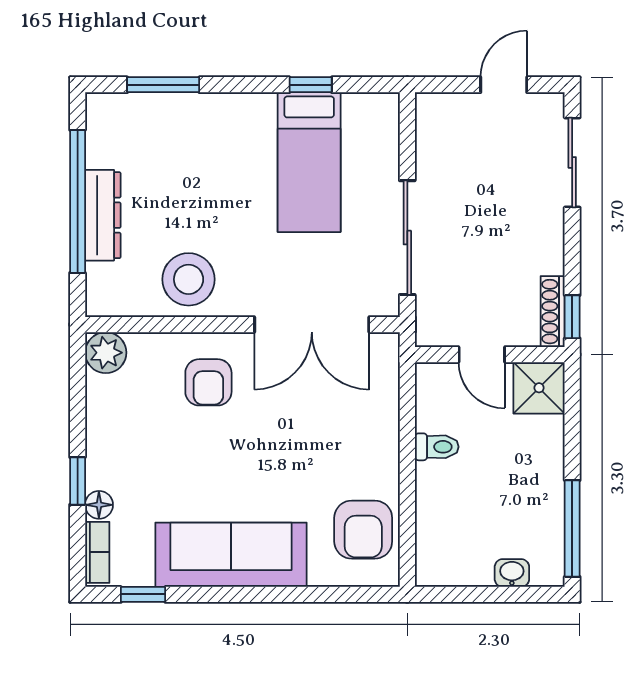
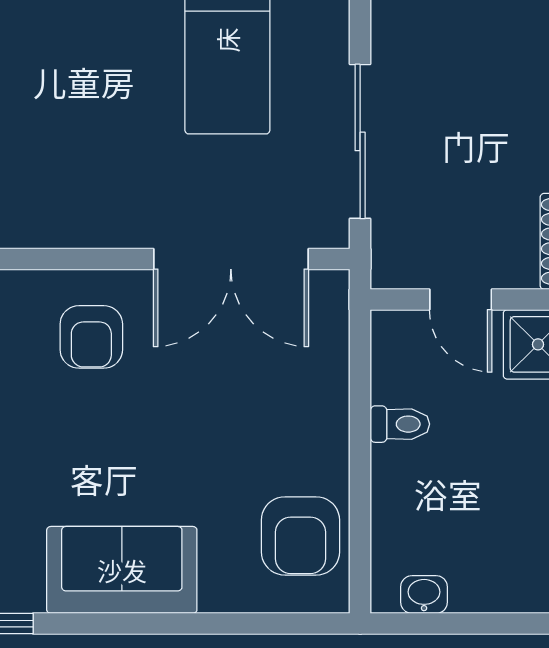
stool: (189, 279) -> (64, 198), removed
sofa: (231, 555) -> (122, 570), width x0.73
washbasin: (512, 573) -> (424, 595), moved

